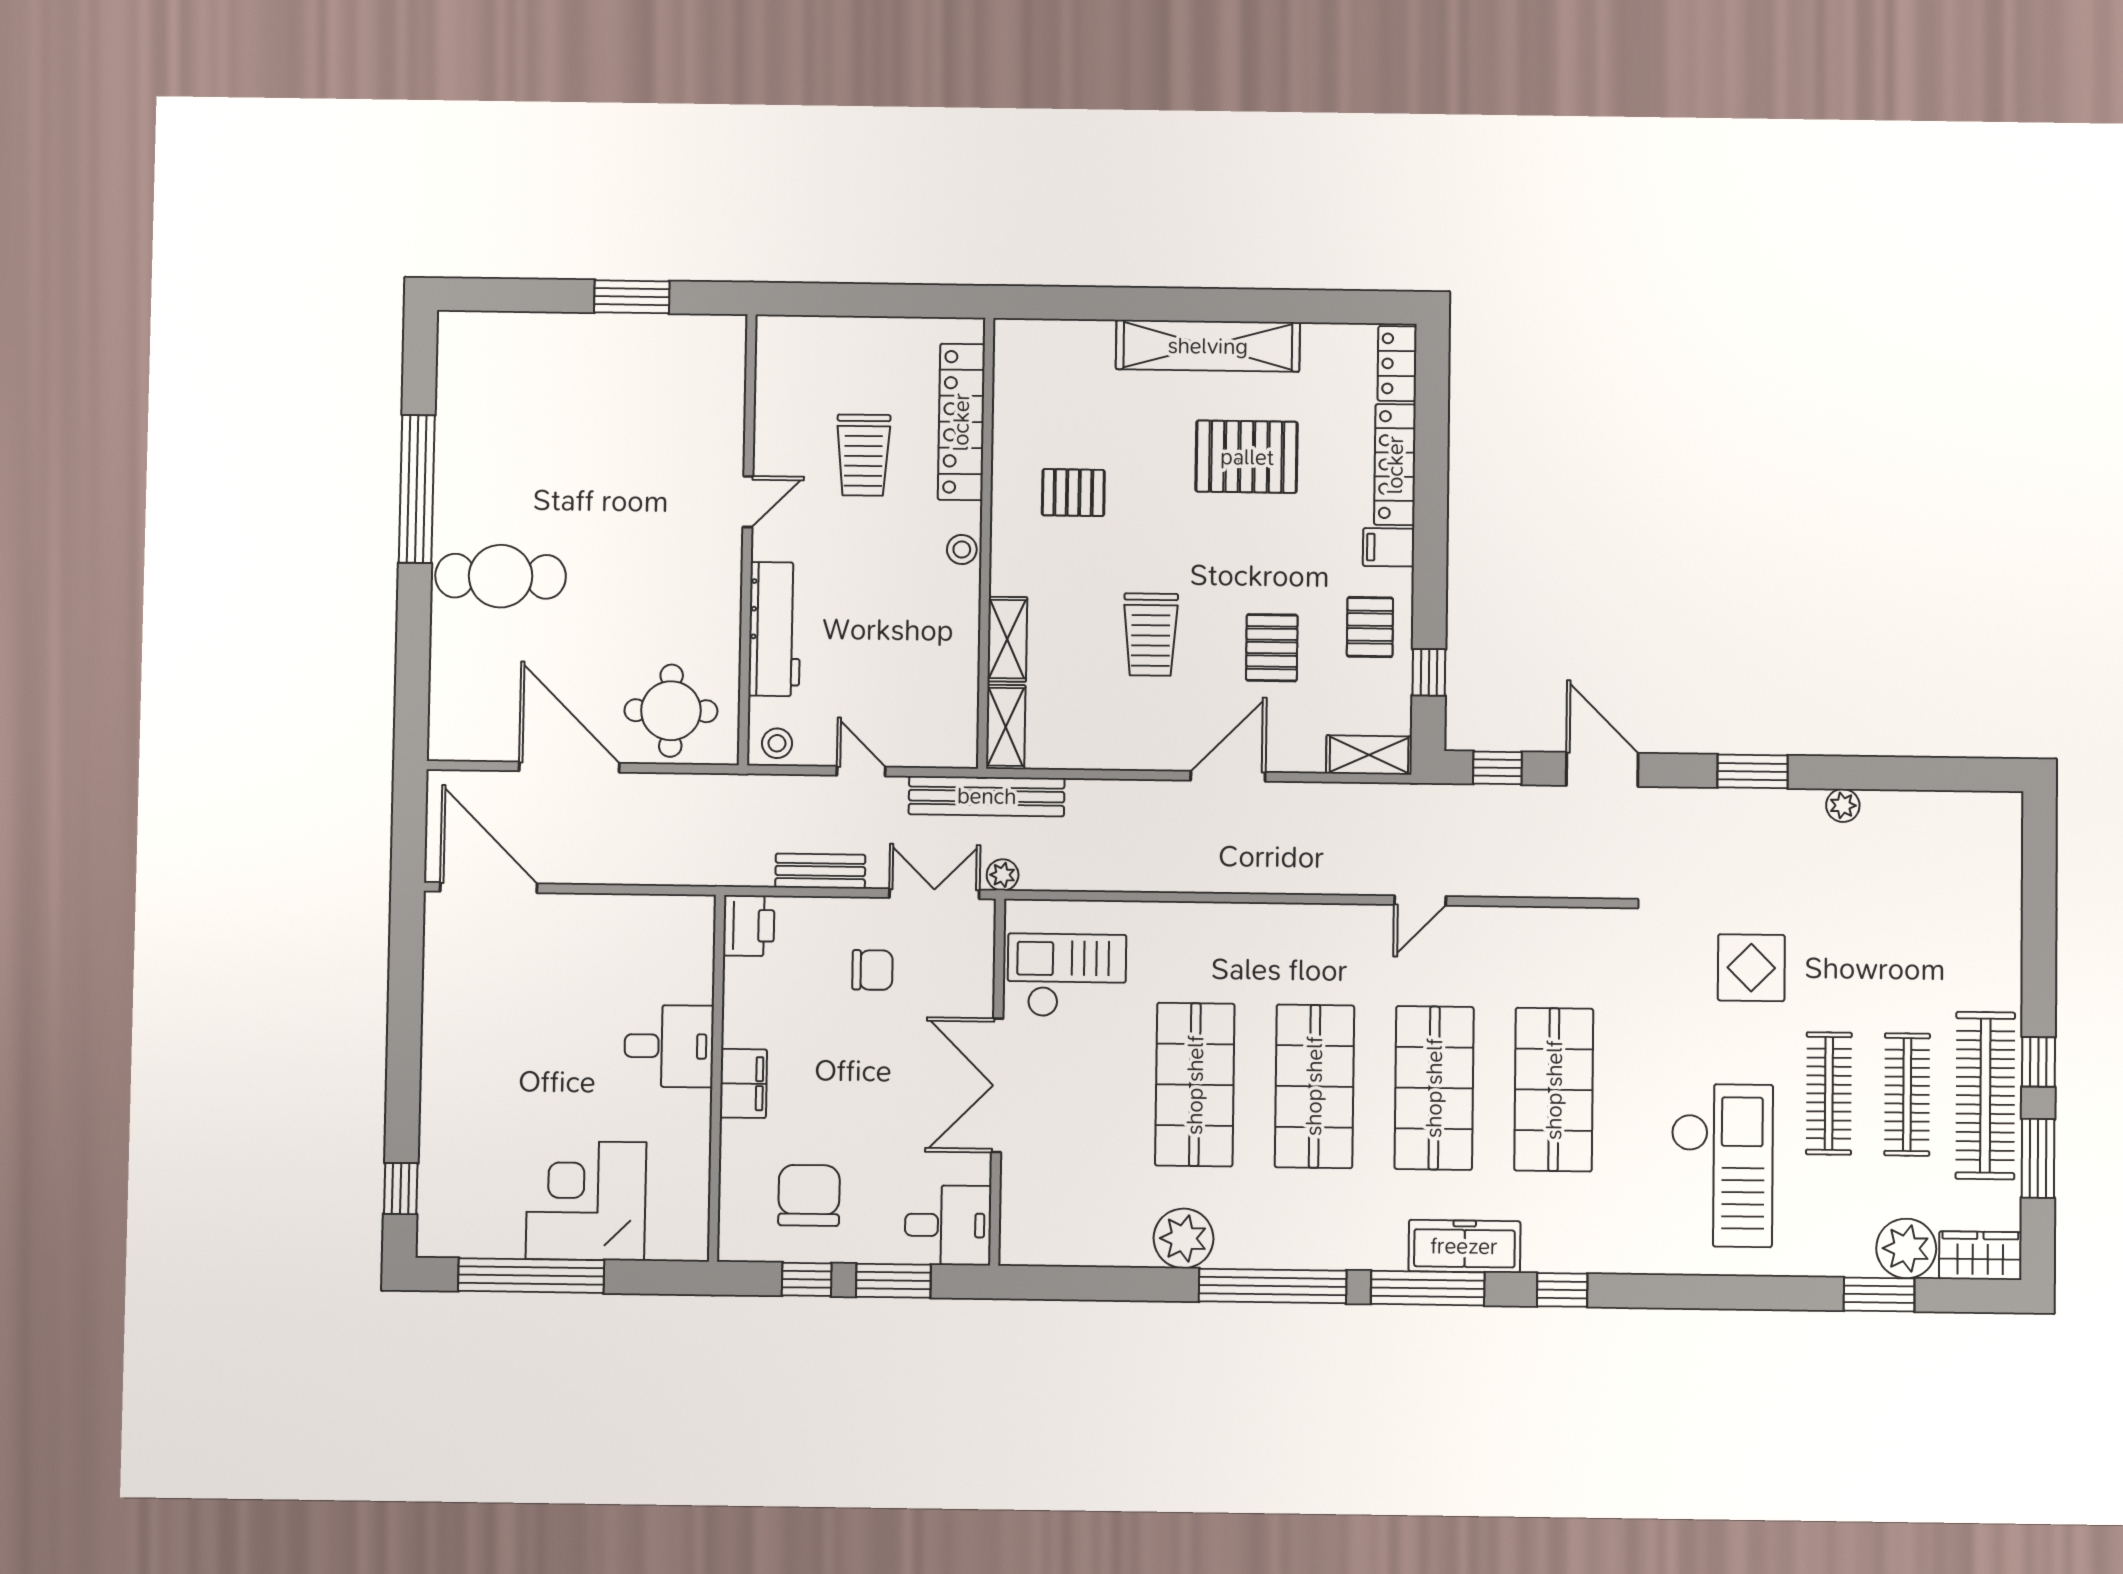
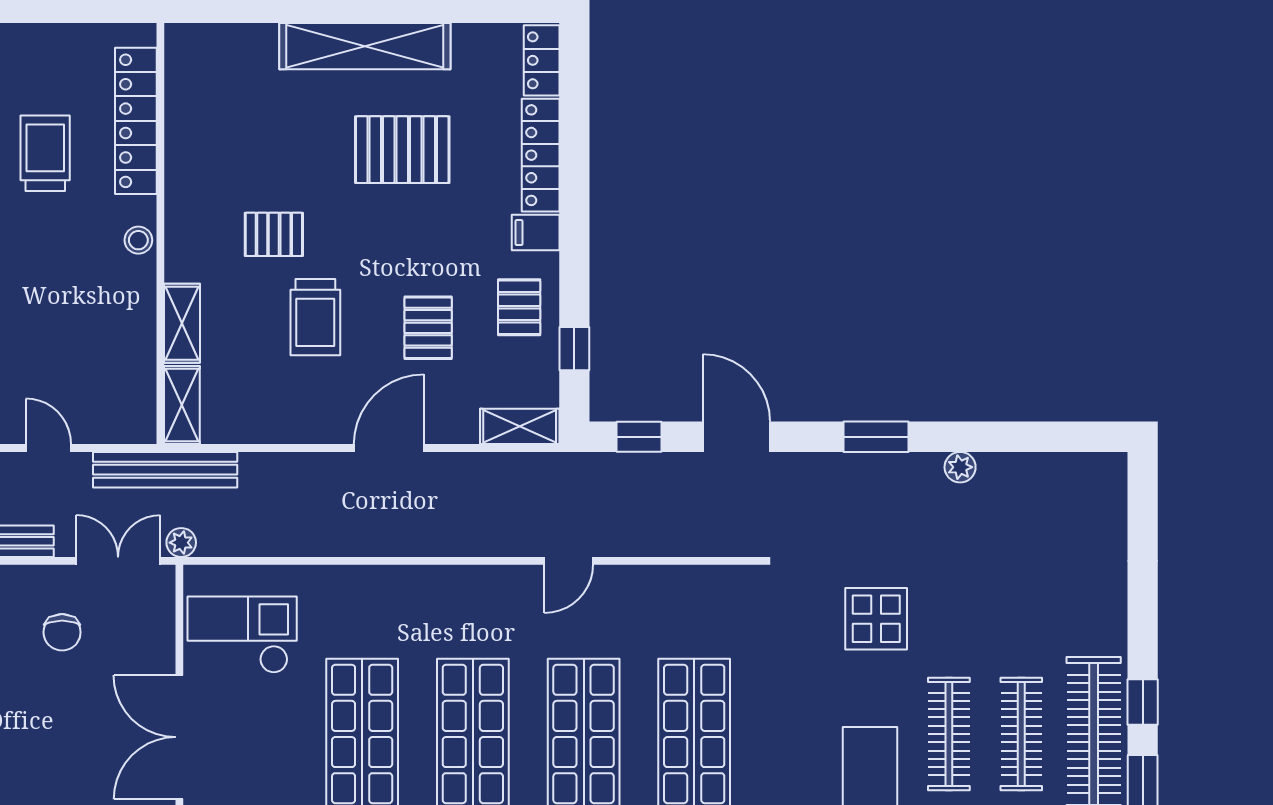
trolley: (863, 455) -> (45, 153), turned 180
pallet: (1073, 493) -> (274, 234), moved
chair: (872, 970) -> (62, 632), turned 90

